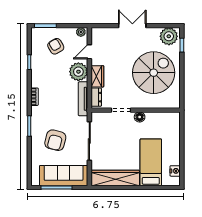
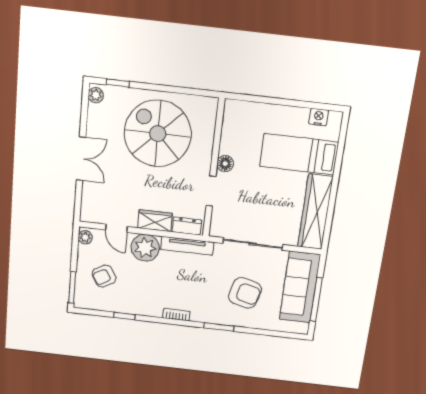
double door: (132, 26) -> (81, 159), swing flipped
plant: (169, 36) -> (96, 95), width x0.53, depth x0.53

